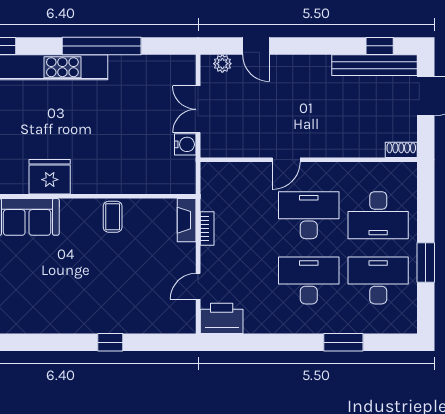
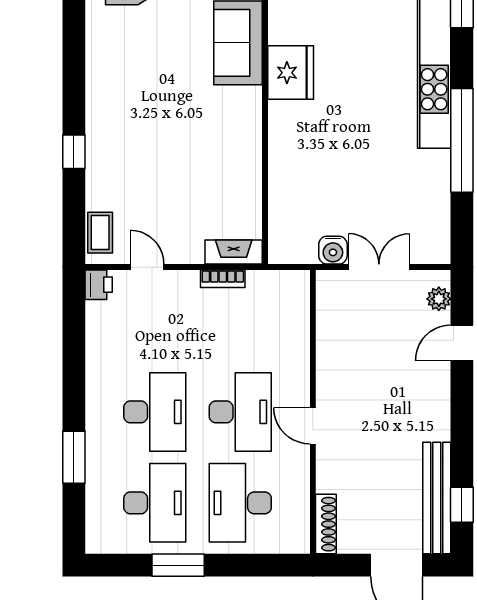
shoe rack: (401, 150) -> (326, 524), width x1.43
door: (286, 160) -> (313, 426), moved
coffee table: (113, 217) -> (100, 233), moved, turned 90
printer: (222, 318) -> (99, 285), width x0.53, depth x0.68

